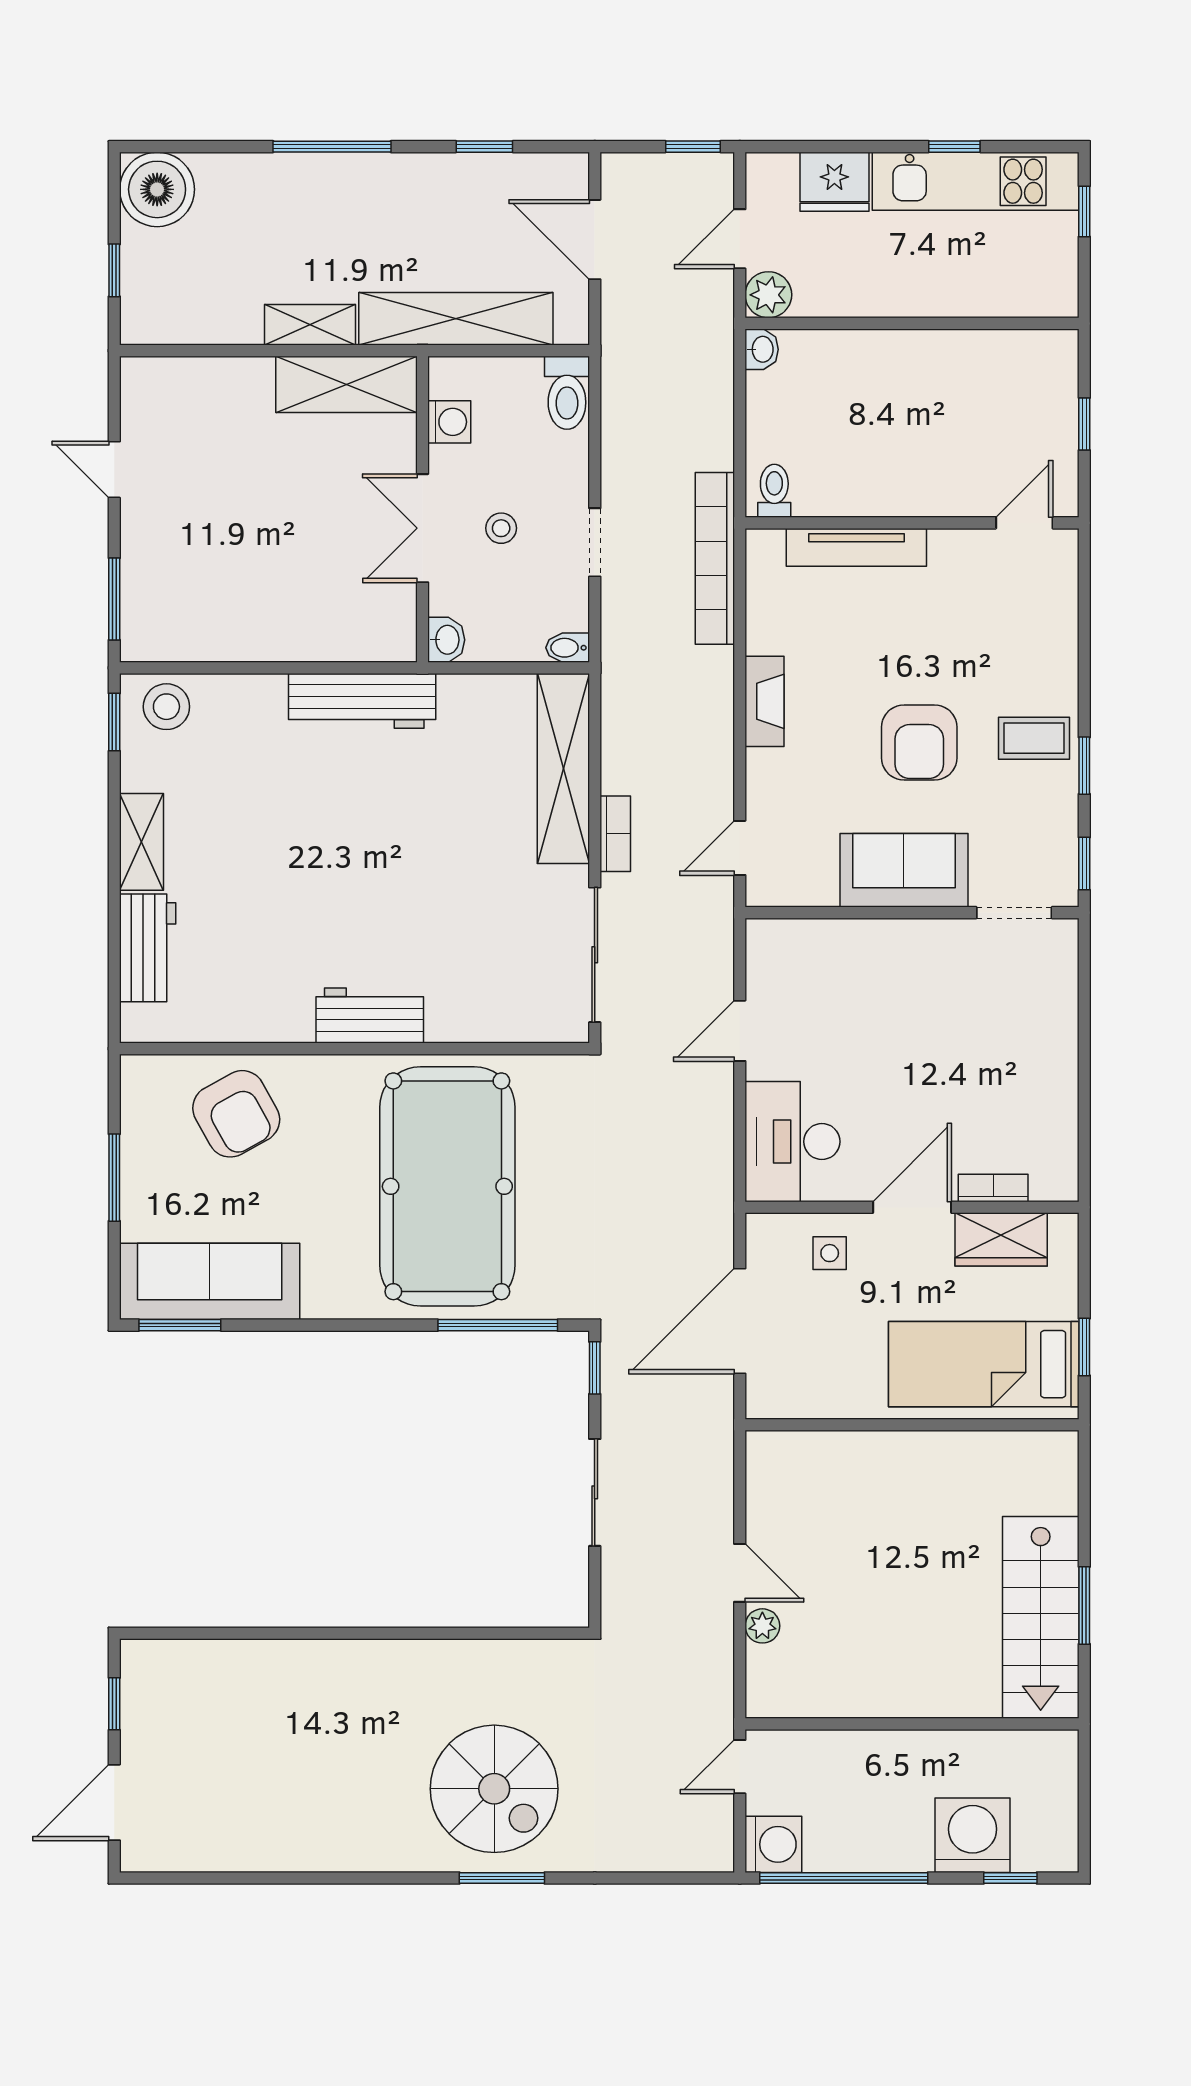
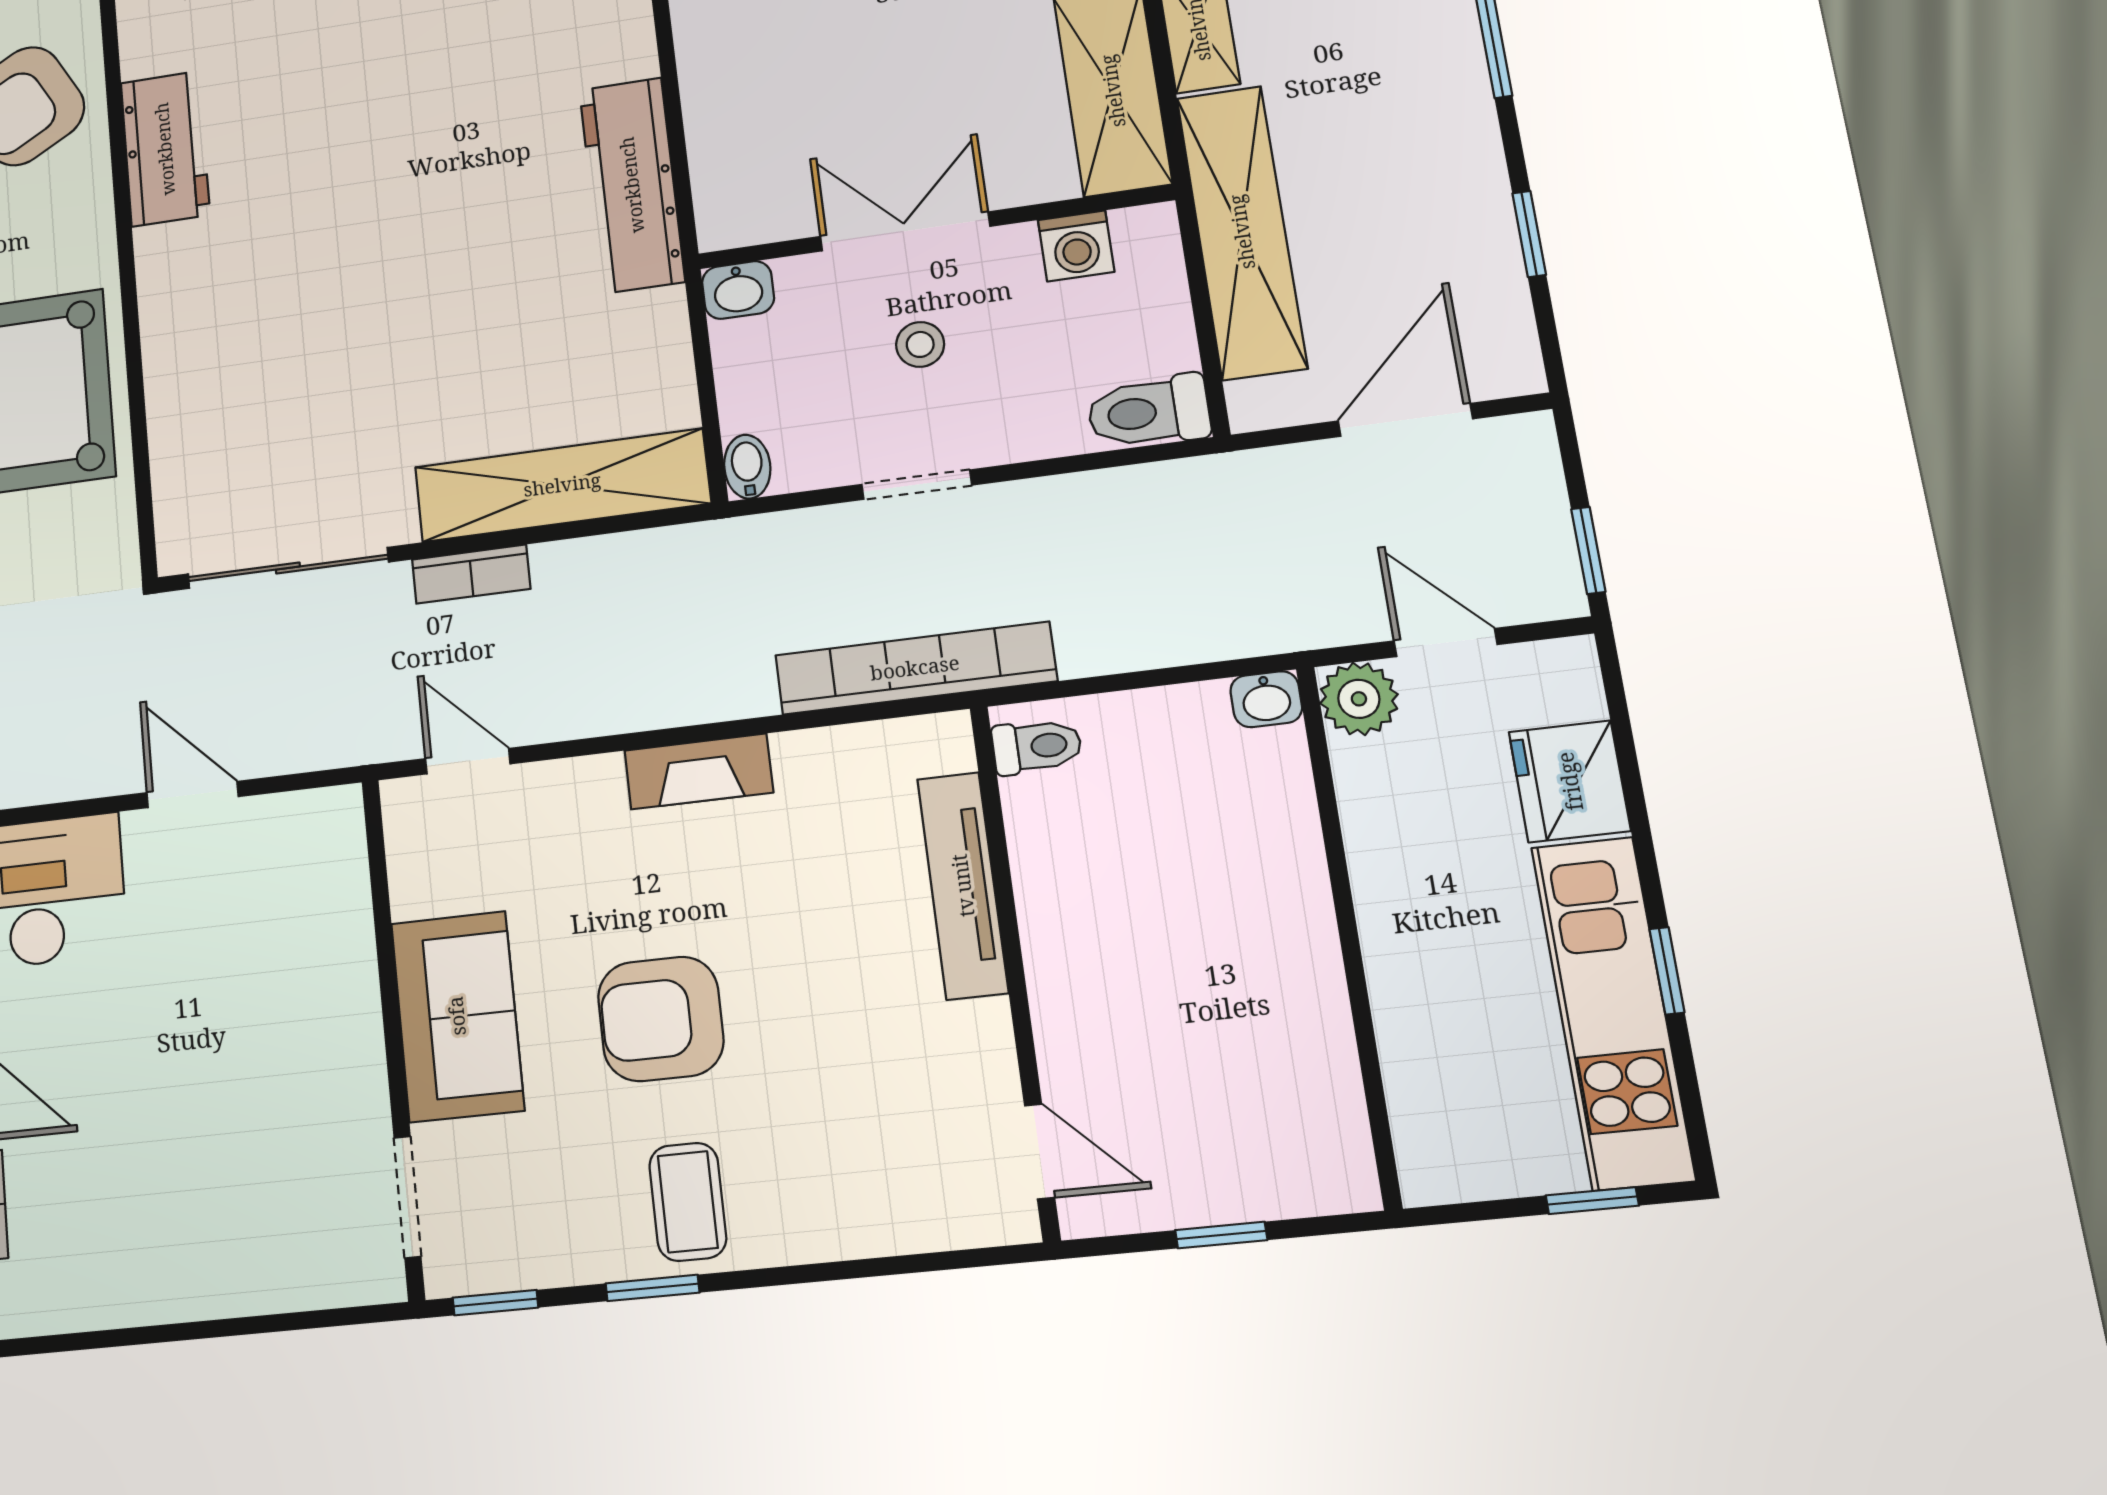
workbench: (370, 1015) -> (165, 149), moved

